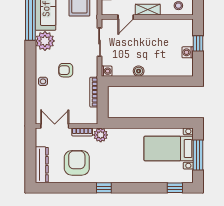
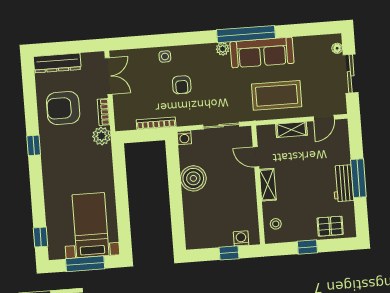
plant: (45, 41) -> (223, 49), width x0.53, depth x0.53
washing machine: (188, 52) -> (241, 238), moved
armchair: (66, 70) -> (182, 85), turned 180
boiler: (139, 71) -> (193, 178), width x1.86, depth x1.86
armchair: (77, 163) -> (63, 108), turned 180

